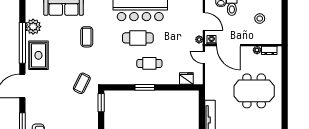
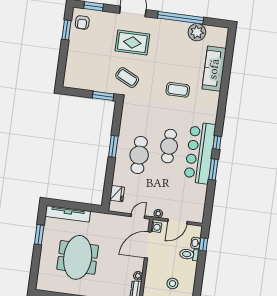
rug: (38, 55) -> (132, 42), moved
cafe table: (149, 63) -> (139, 155), width x1.37, depth x1.35
meeting table: (254, 91) -> (78, 257), moved

